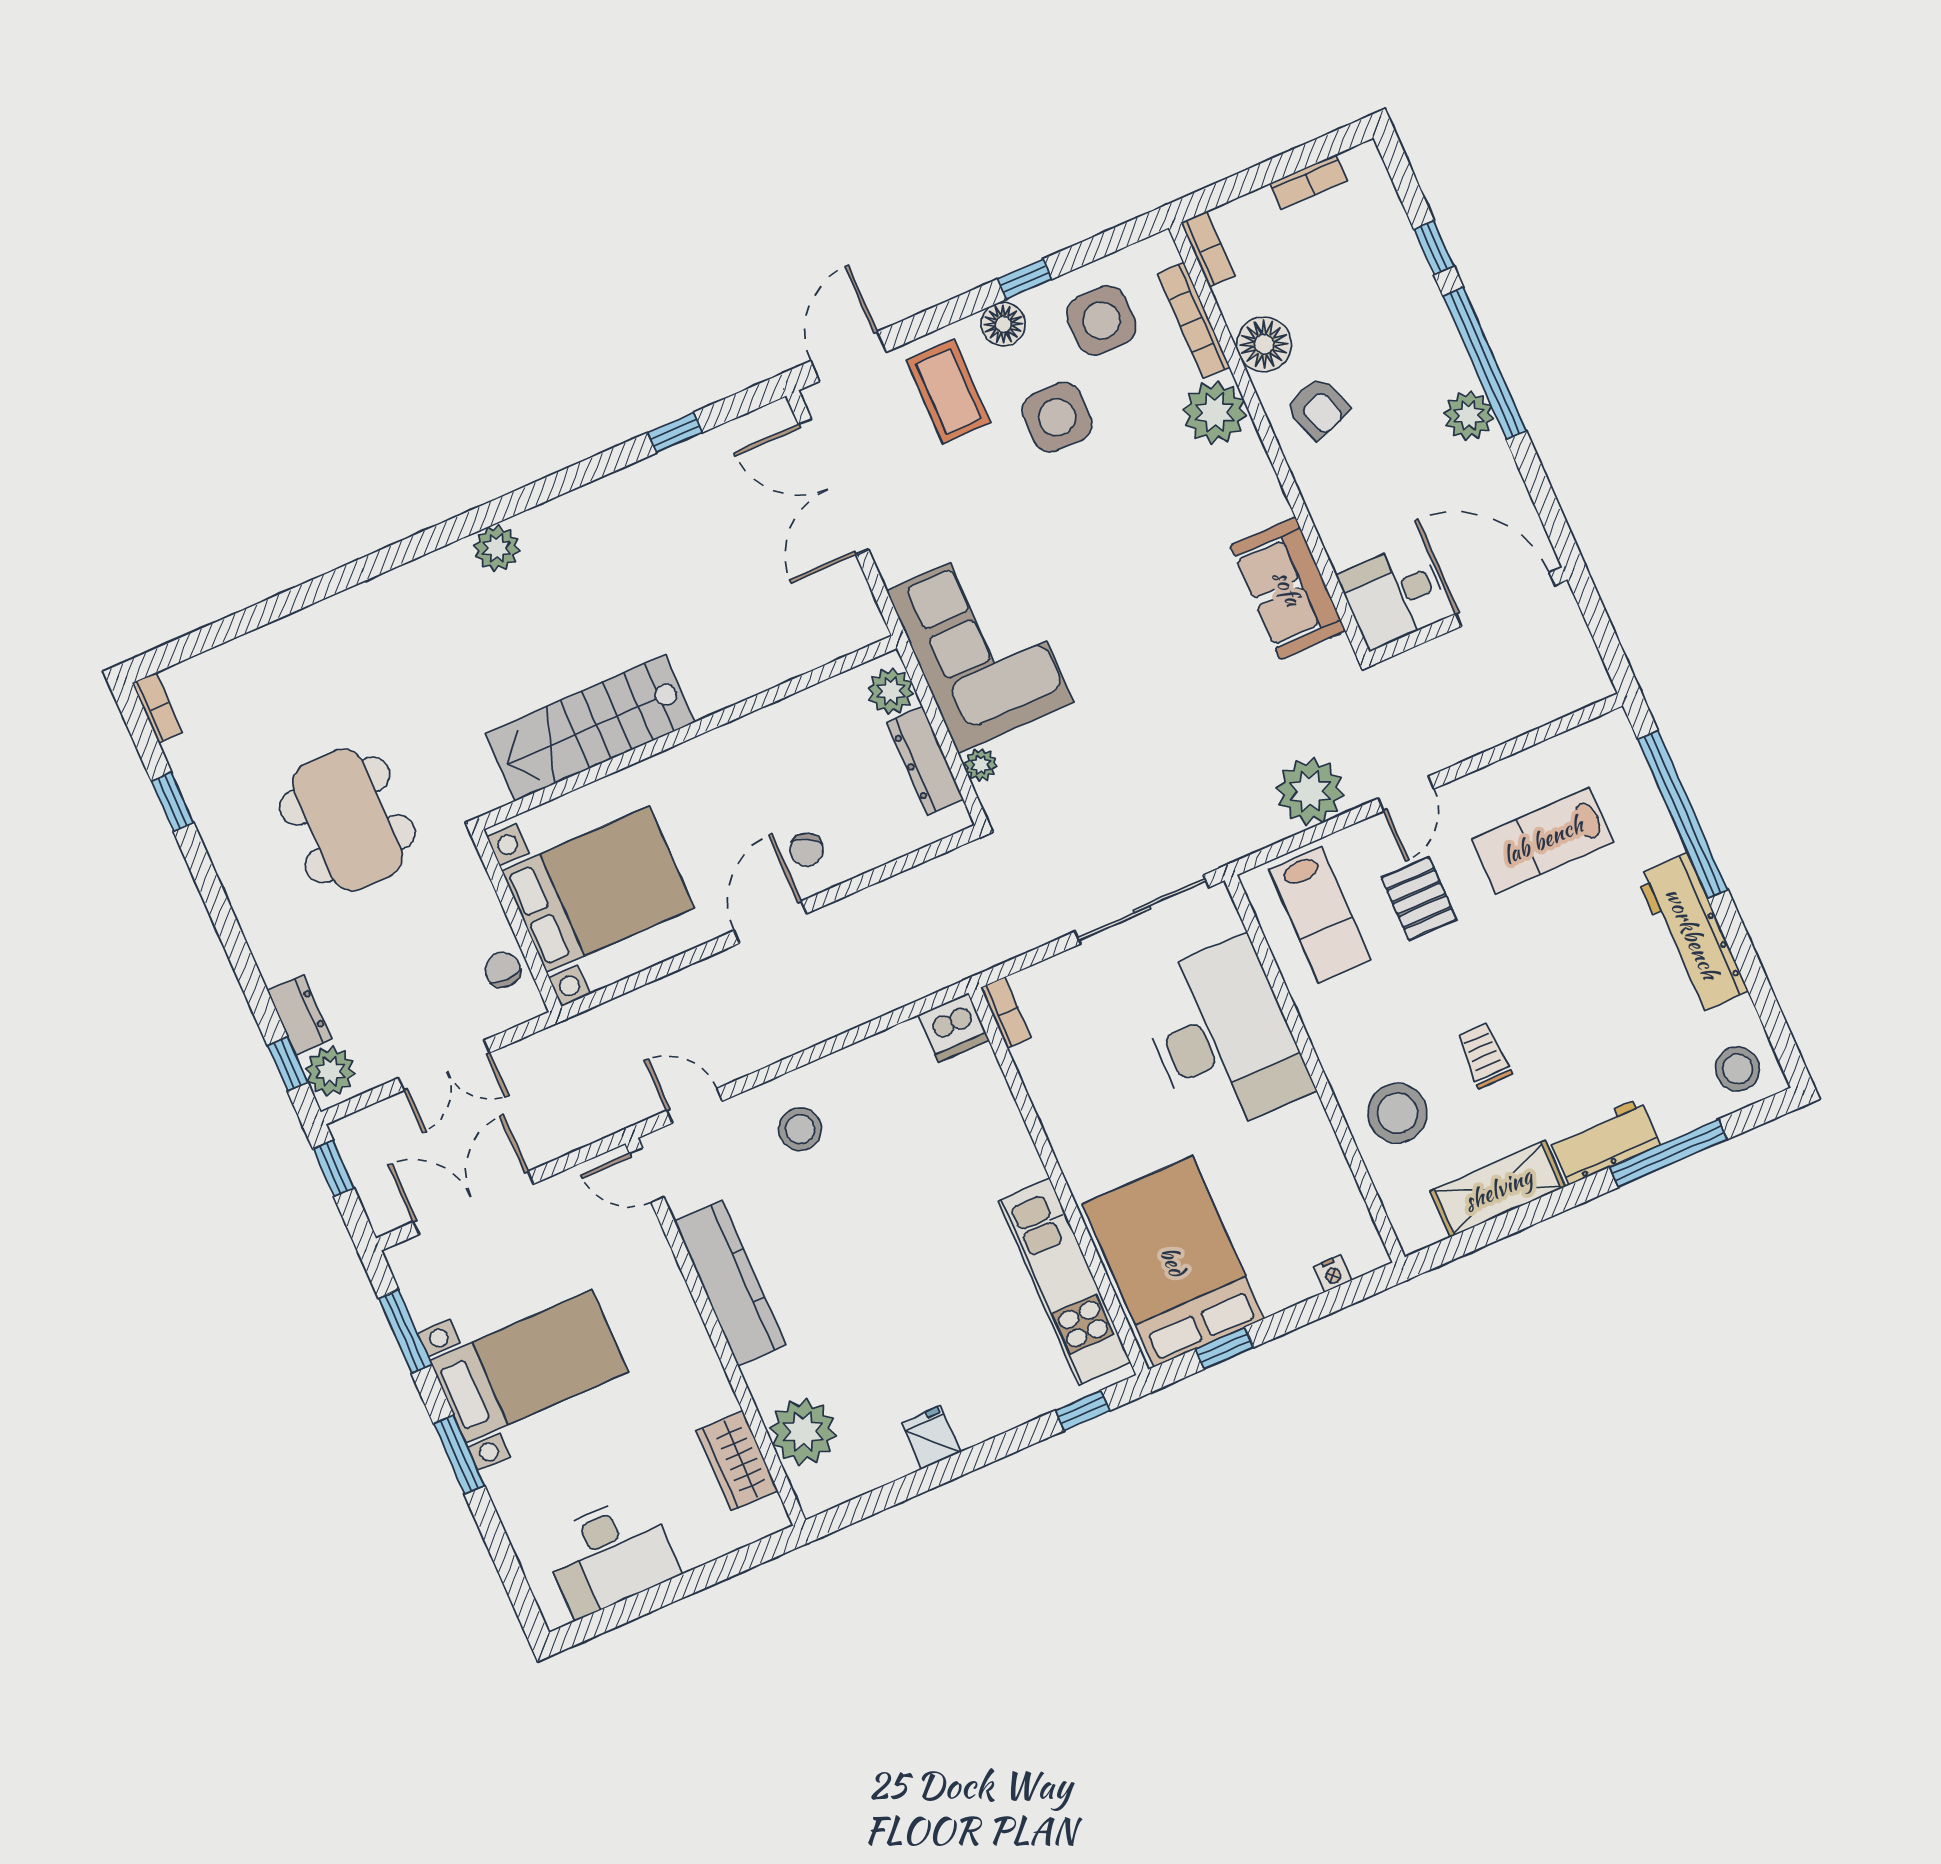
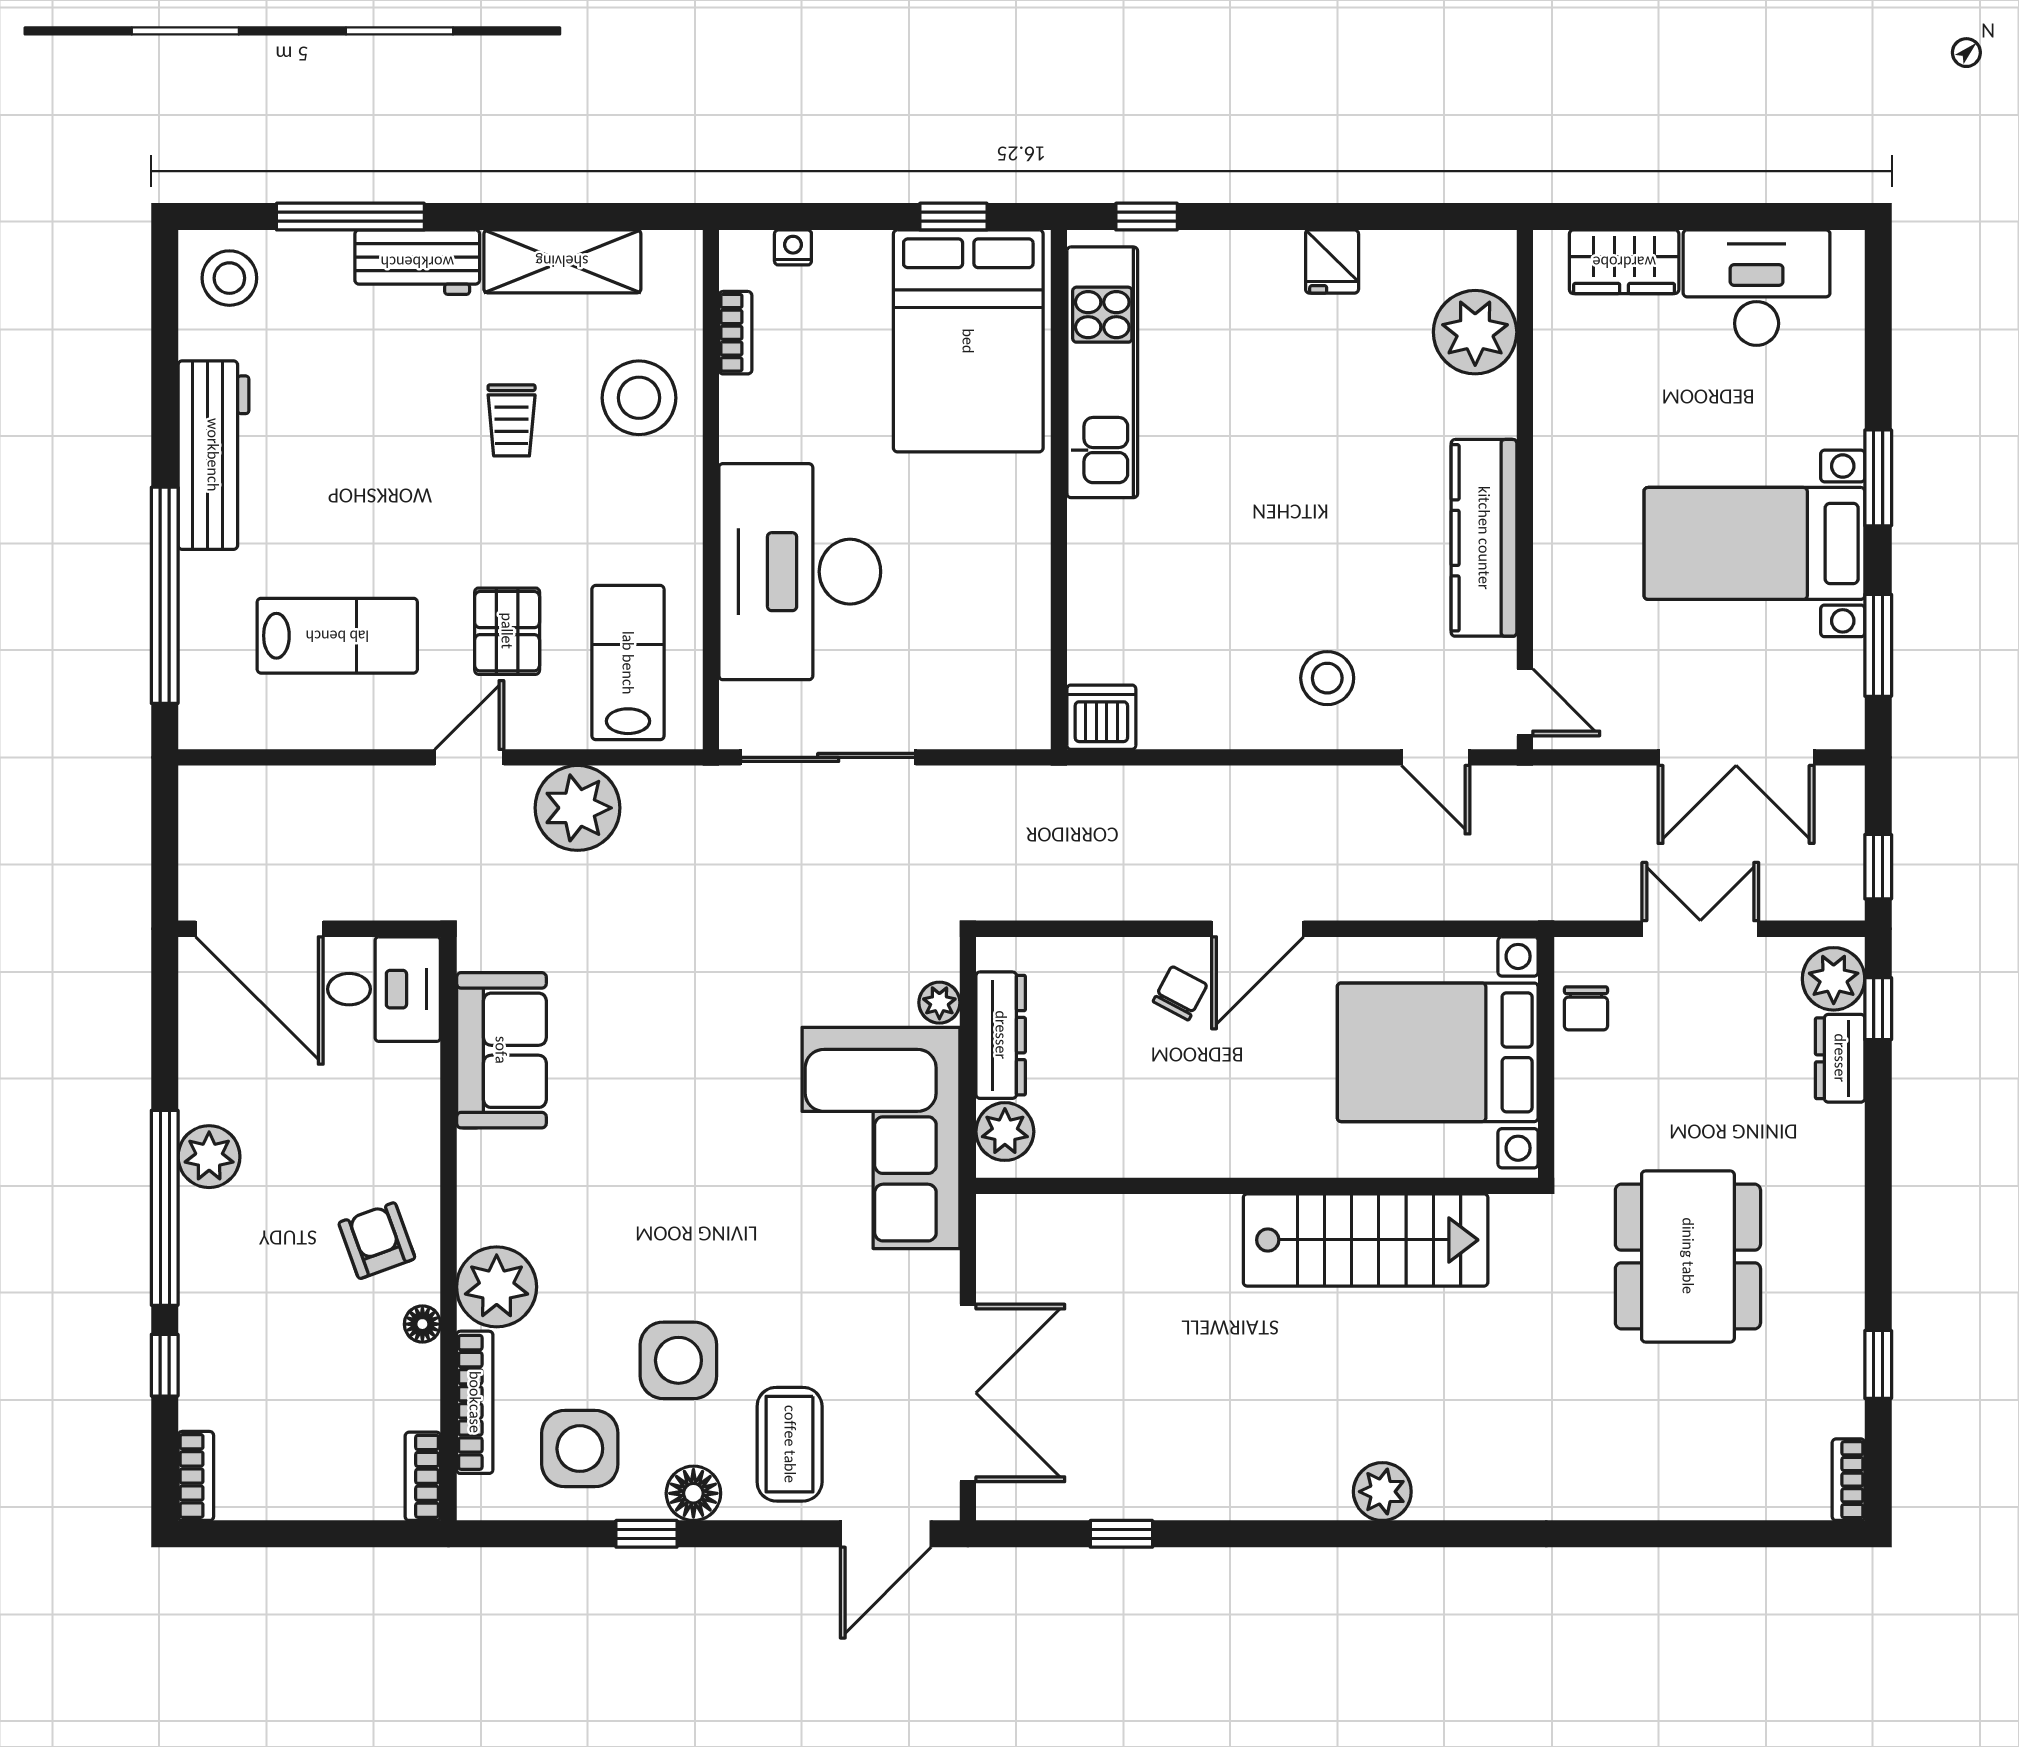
bookcase: (1309, 182) -> (196, 1476), moved, turned 90
floor lamp: (1264, 344) -> (422, 1324), width x0.53, depth x0.53
bookcase: (1006, 1012) -> (735, 333), moved, turned 180
wardrobe: (737, 1461) -> (1624, 262), moved, turned 90

